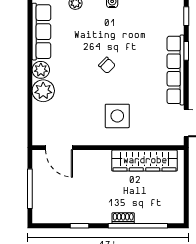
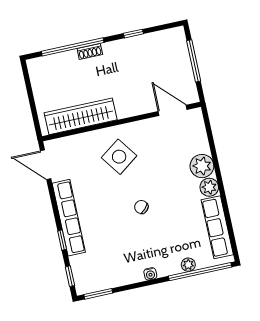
side table: (117, 116) -> (119, 157), turned -36

